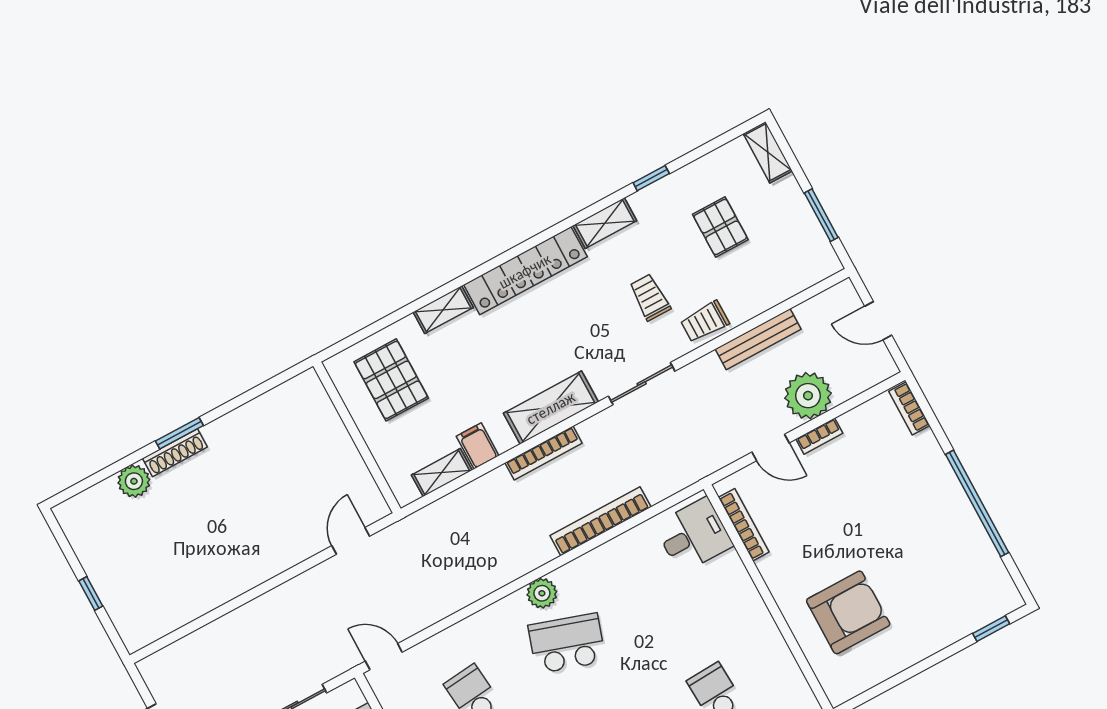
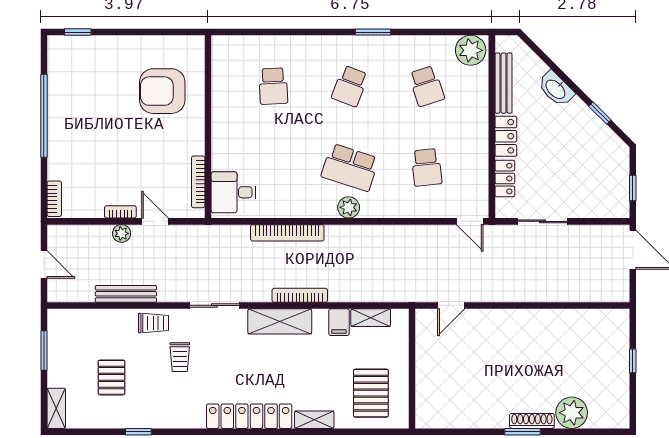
shelving: (605, 223) -> (183, 419), removed
plant: (808, 396) -> (122, 233), width x0.53, depth x0.53
plant: (134, 481) -> (572, 413), width x1.36, depth x1.36

